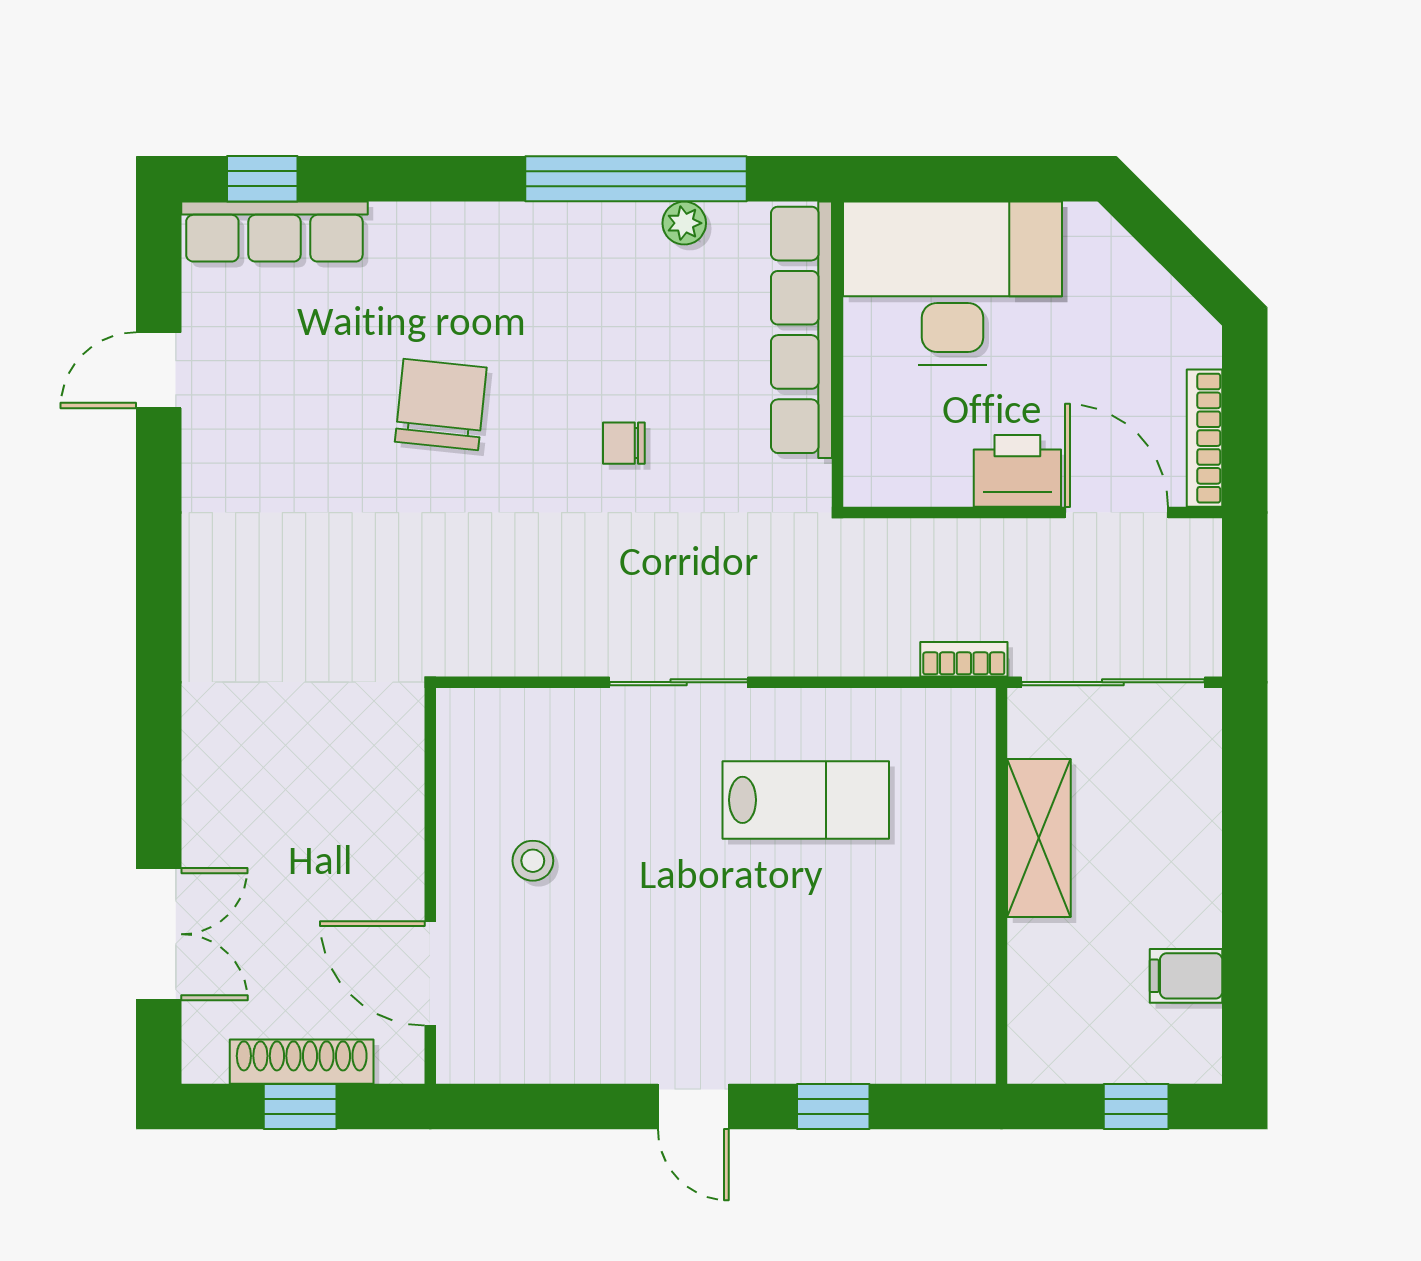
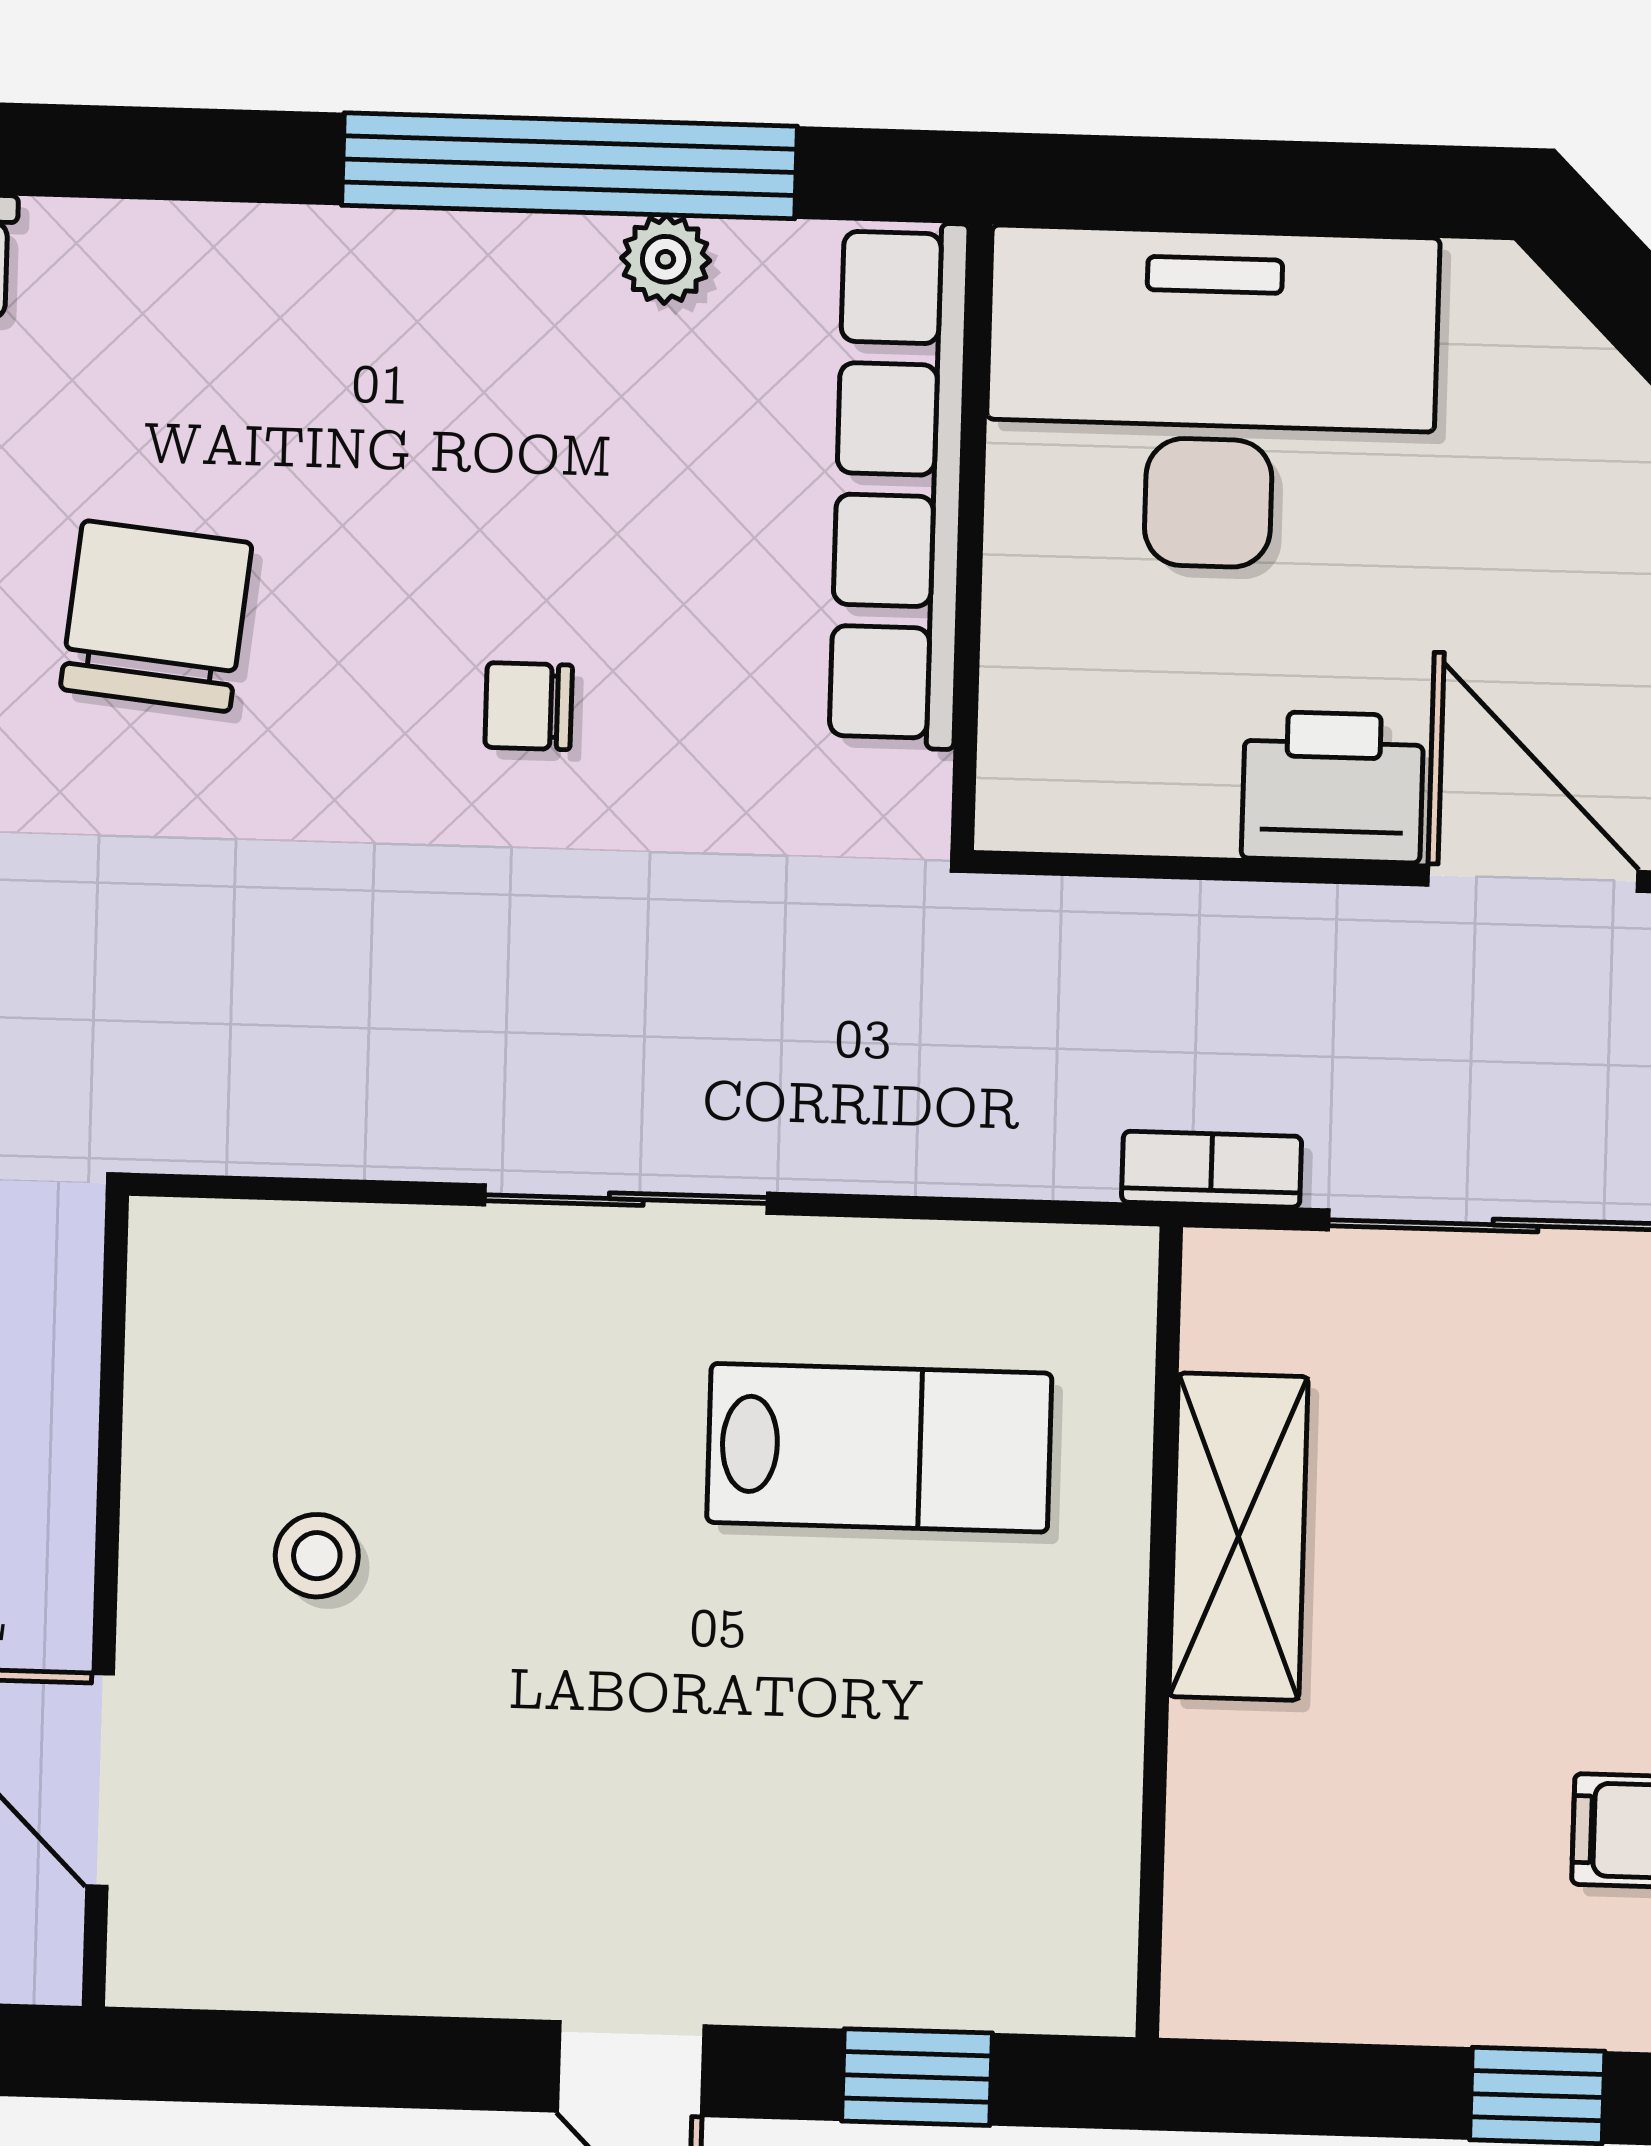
shelving: (1039, 838) -> (1239, 1537), moved
wall: (1002, 886) -> (1159, 1632), moved

